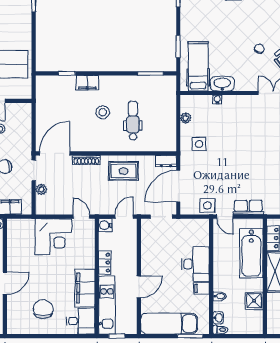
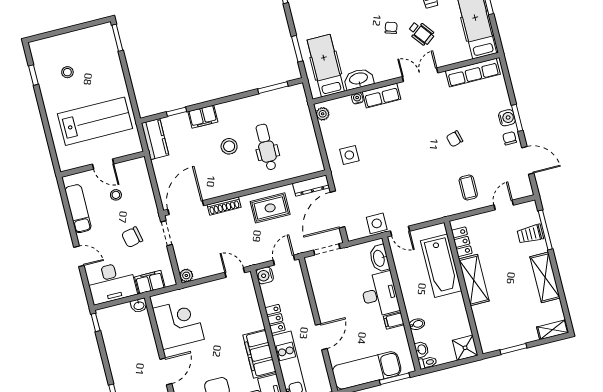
kitchen counter: (44, 91) -> (155, 139), added
plant: (186, 118) -> (323, 114), moved
dresser: (166, 161) -> (311, 186), width x1.44
plant: (41, 189) -> (186, 275), moved
row of seats: (248, 207) -> (382, 96), moved, turned 180
washbasin: (202, 235) -> (379, 258), added
corner desk: (53, 237) -> (178, 324), moved, turned -90
shower: (254, 301) -> (465, 348), moved

